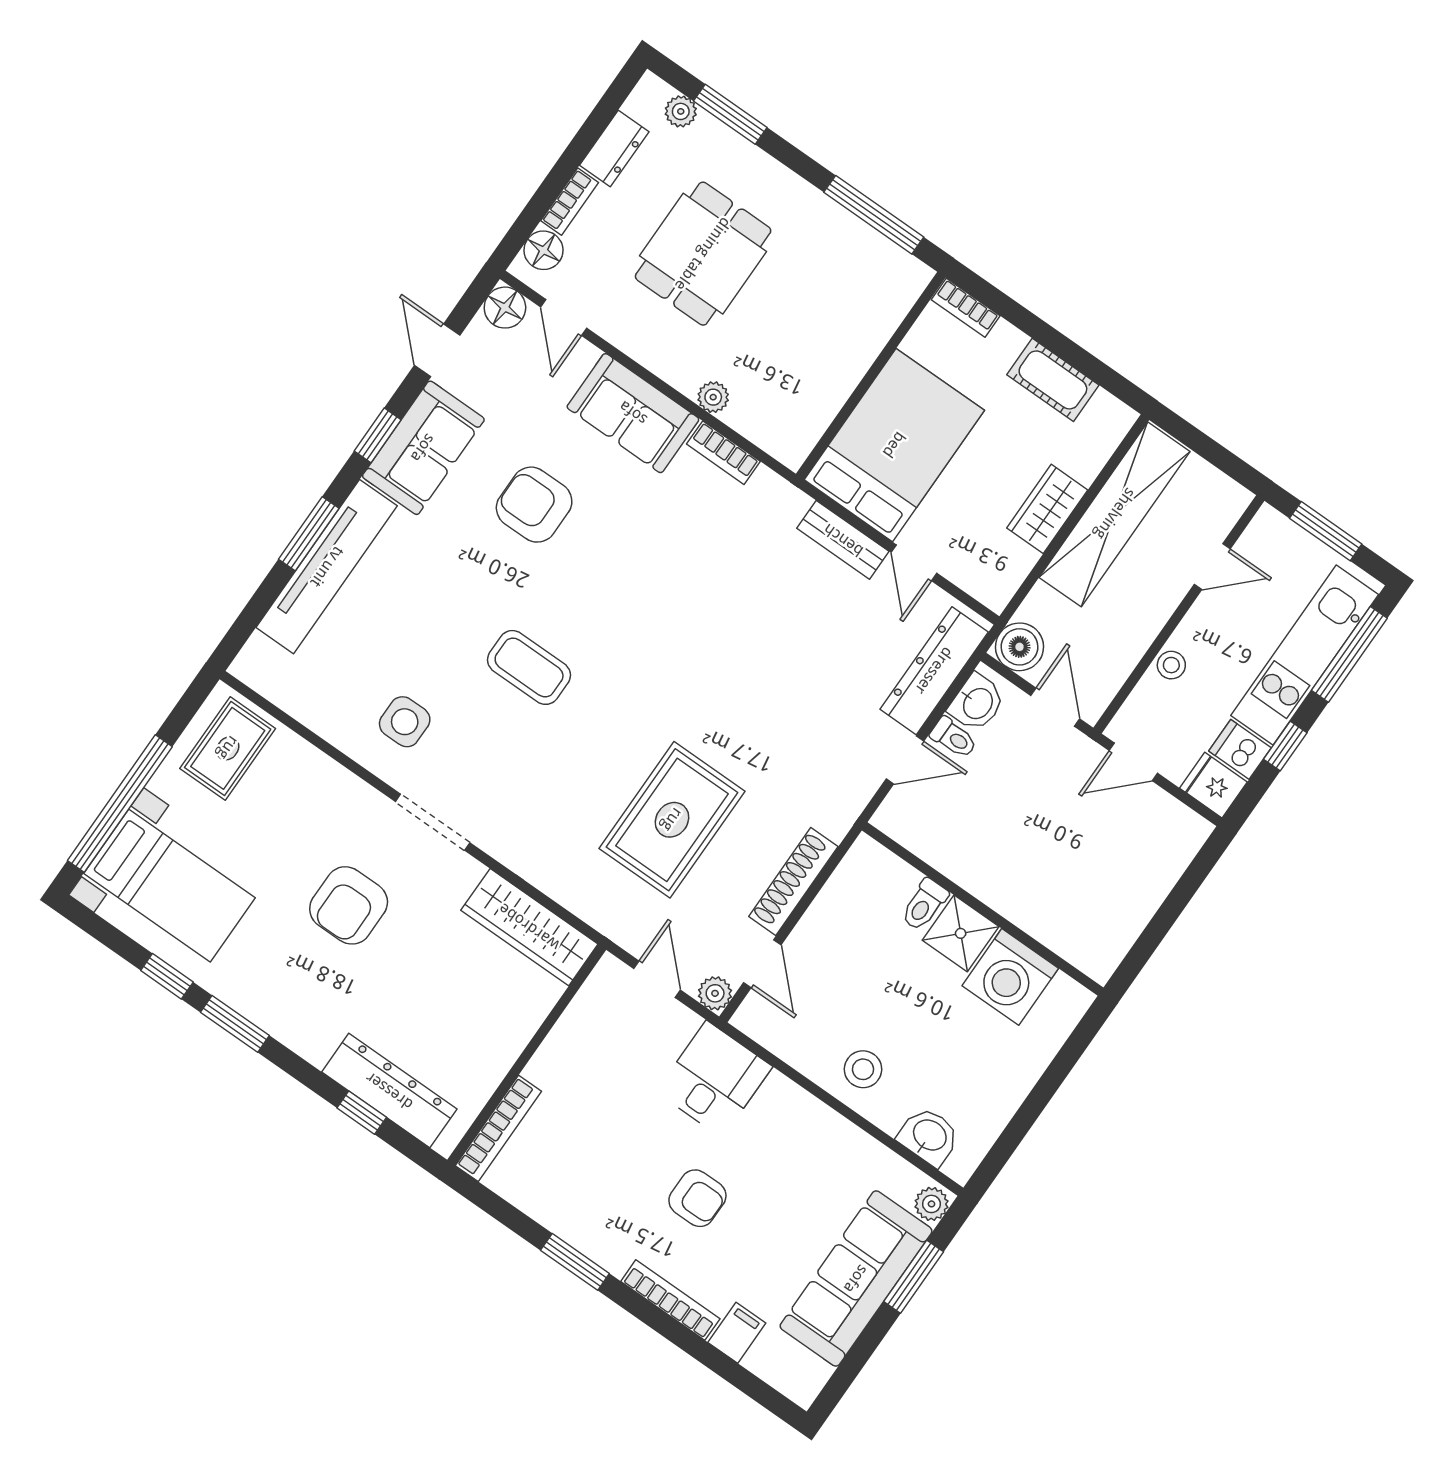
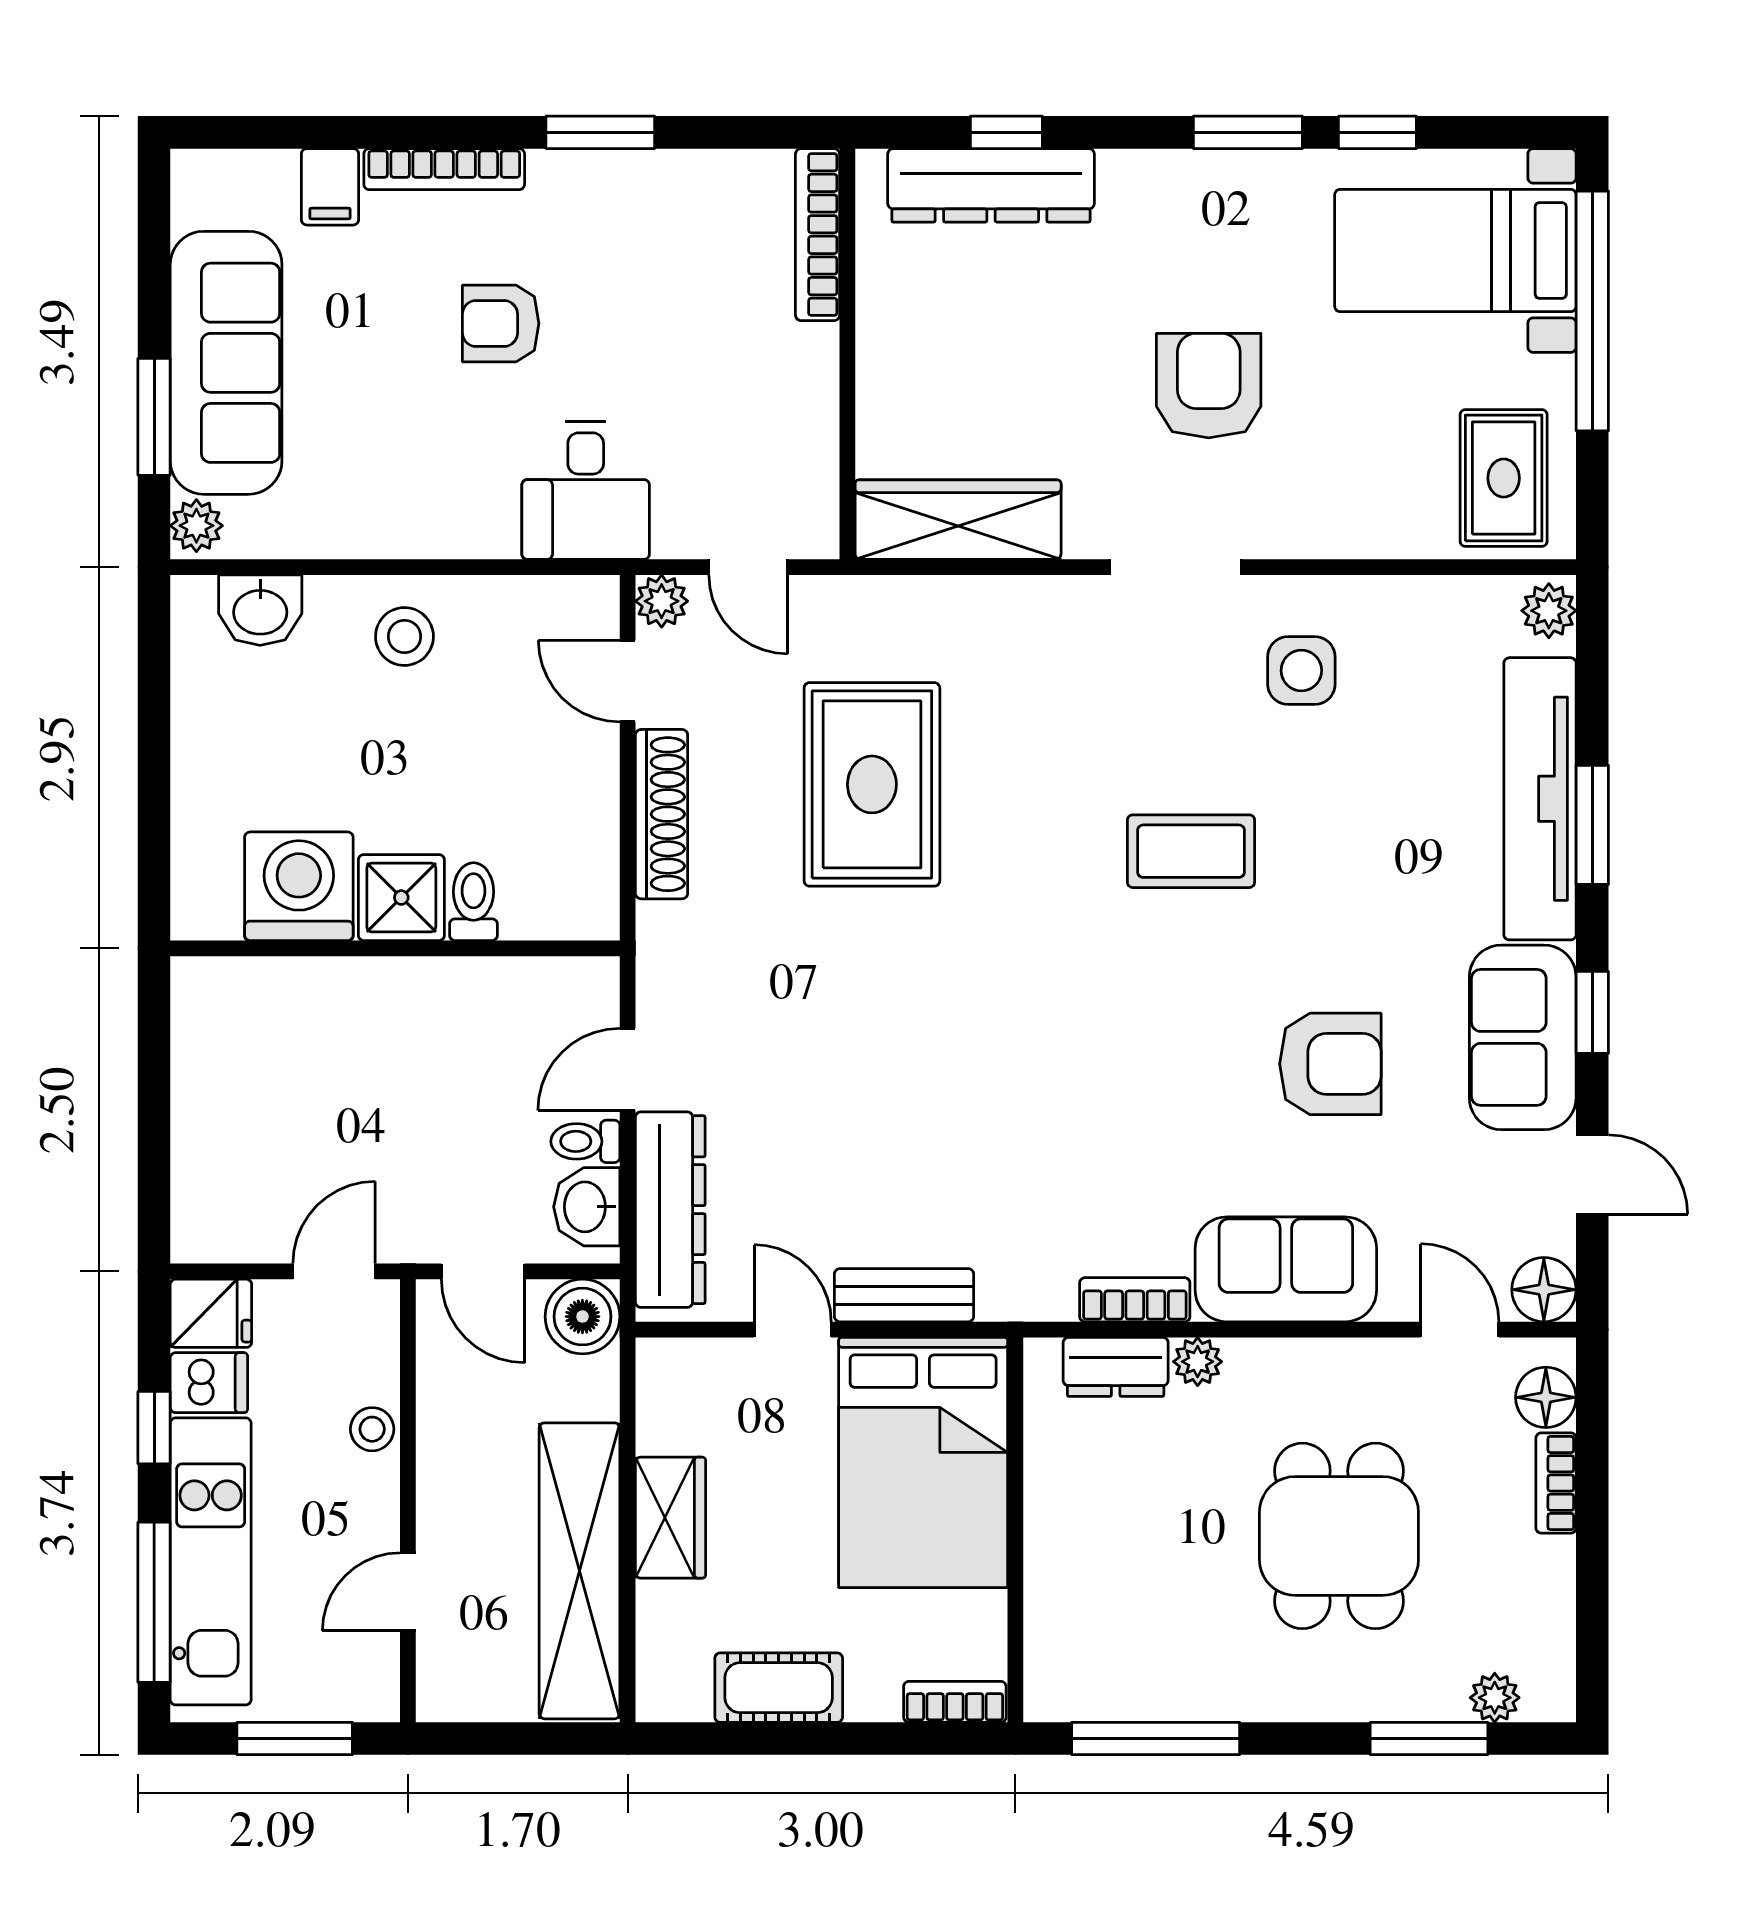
dresser: (614, 148) -> (1116, 1367), moved, turned -90
plant: (253, 662) -> (1549, 611), added

